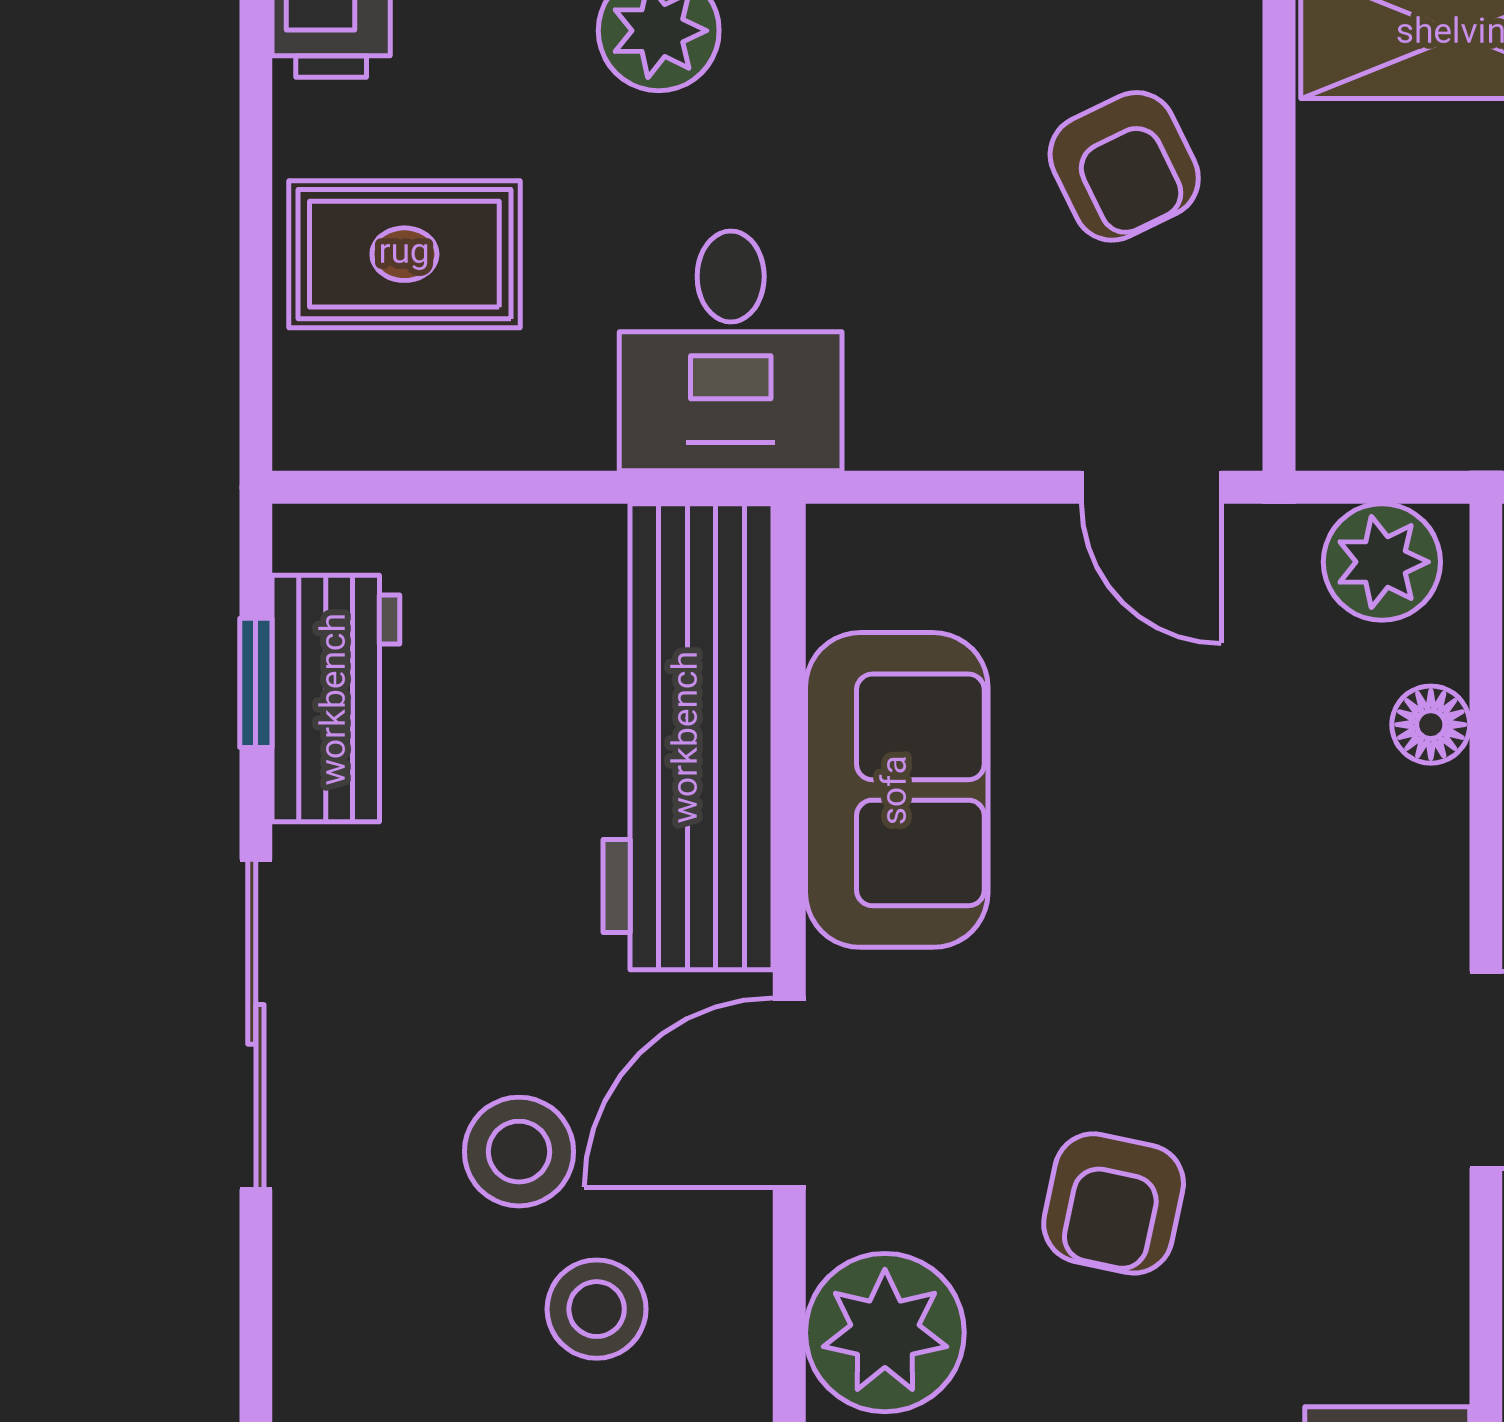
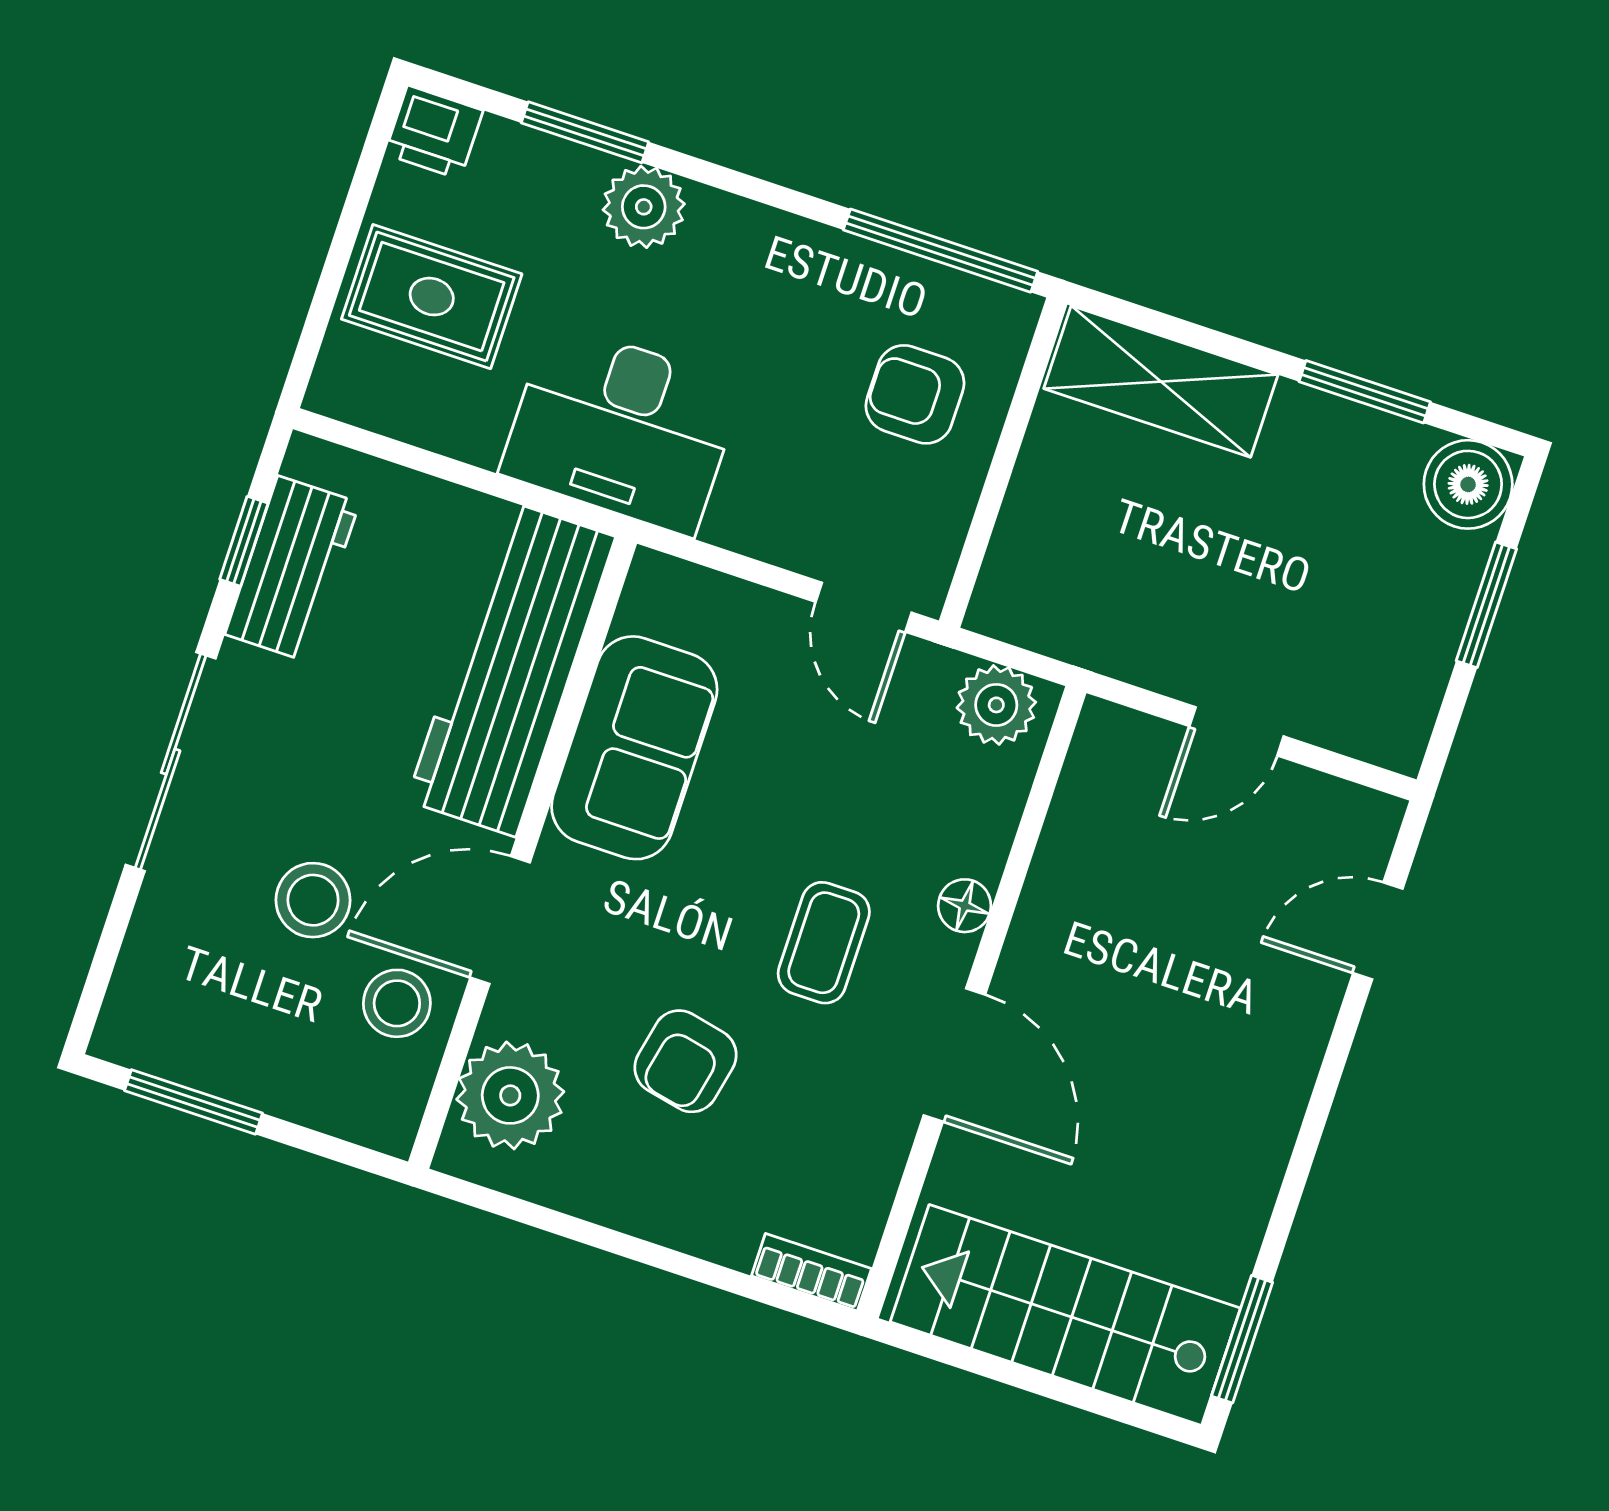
armchair: (1124, 166) -> (915, 394), turned 116
desk: (731, 351) -> (621, 429), width x1.37
floor lamp: (1431, 725) -> (965, 906), moved
coffee table: (1251, 974) -> (824, 943), added
stool: (597, 1309) -> (397, 1003), moved

